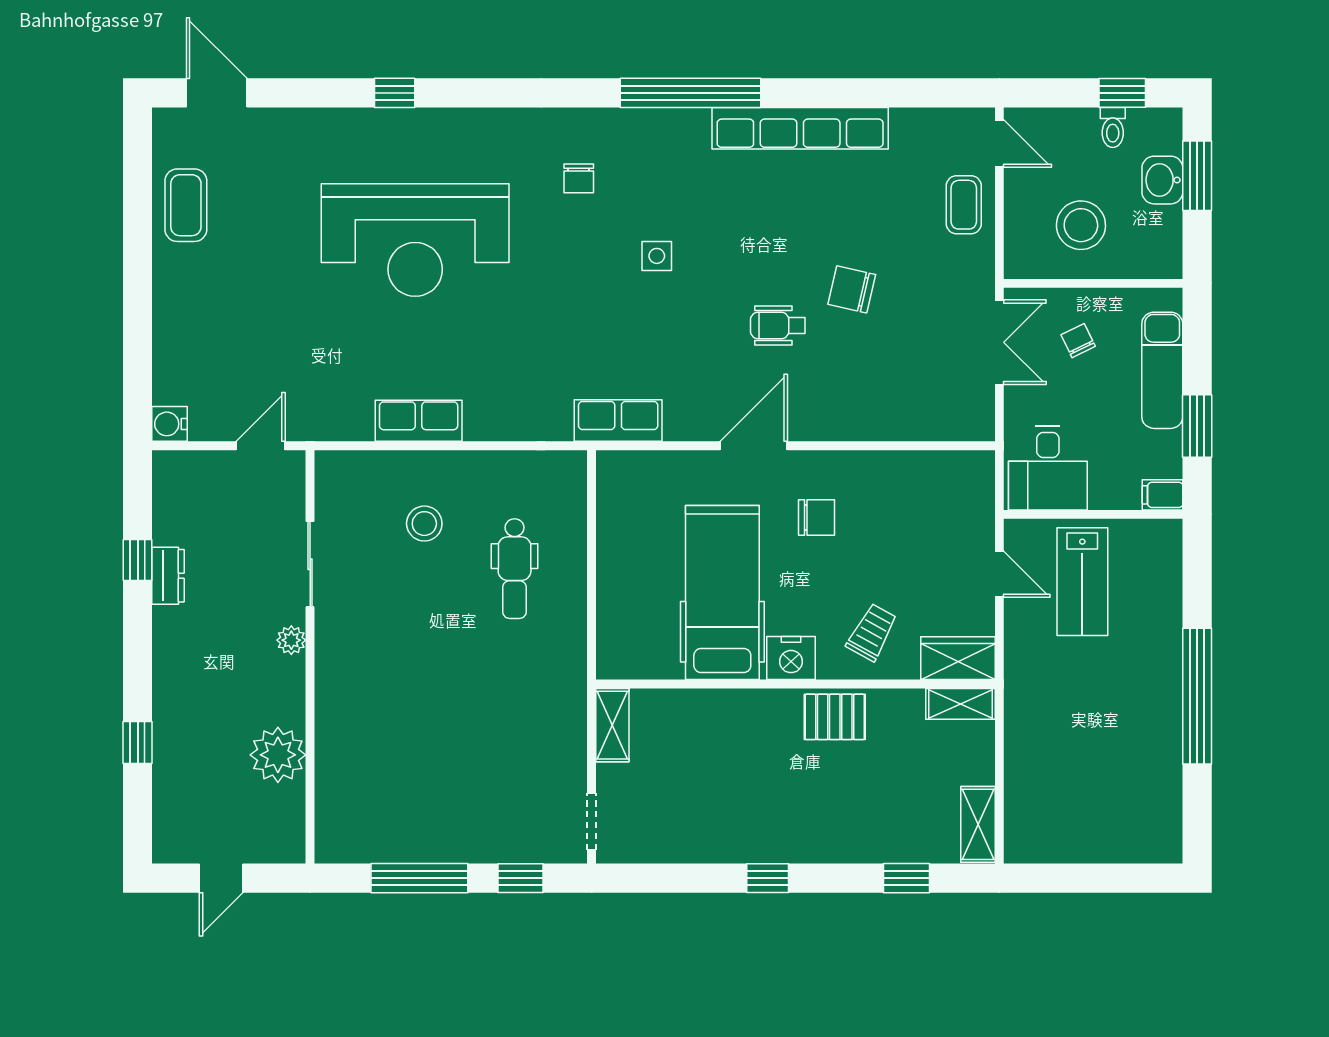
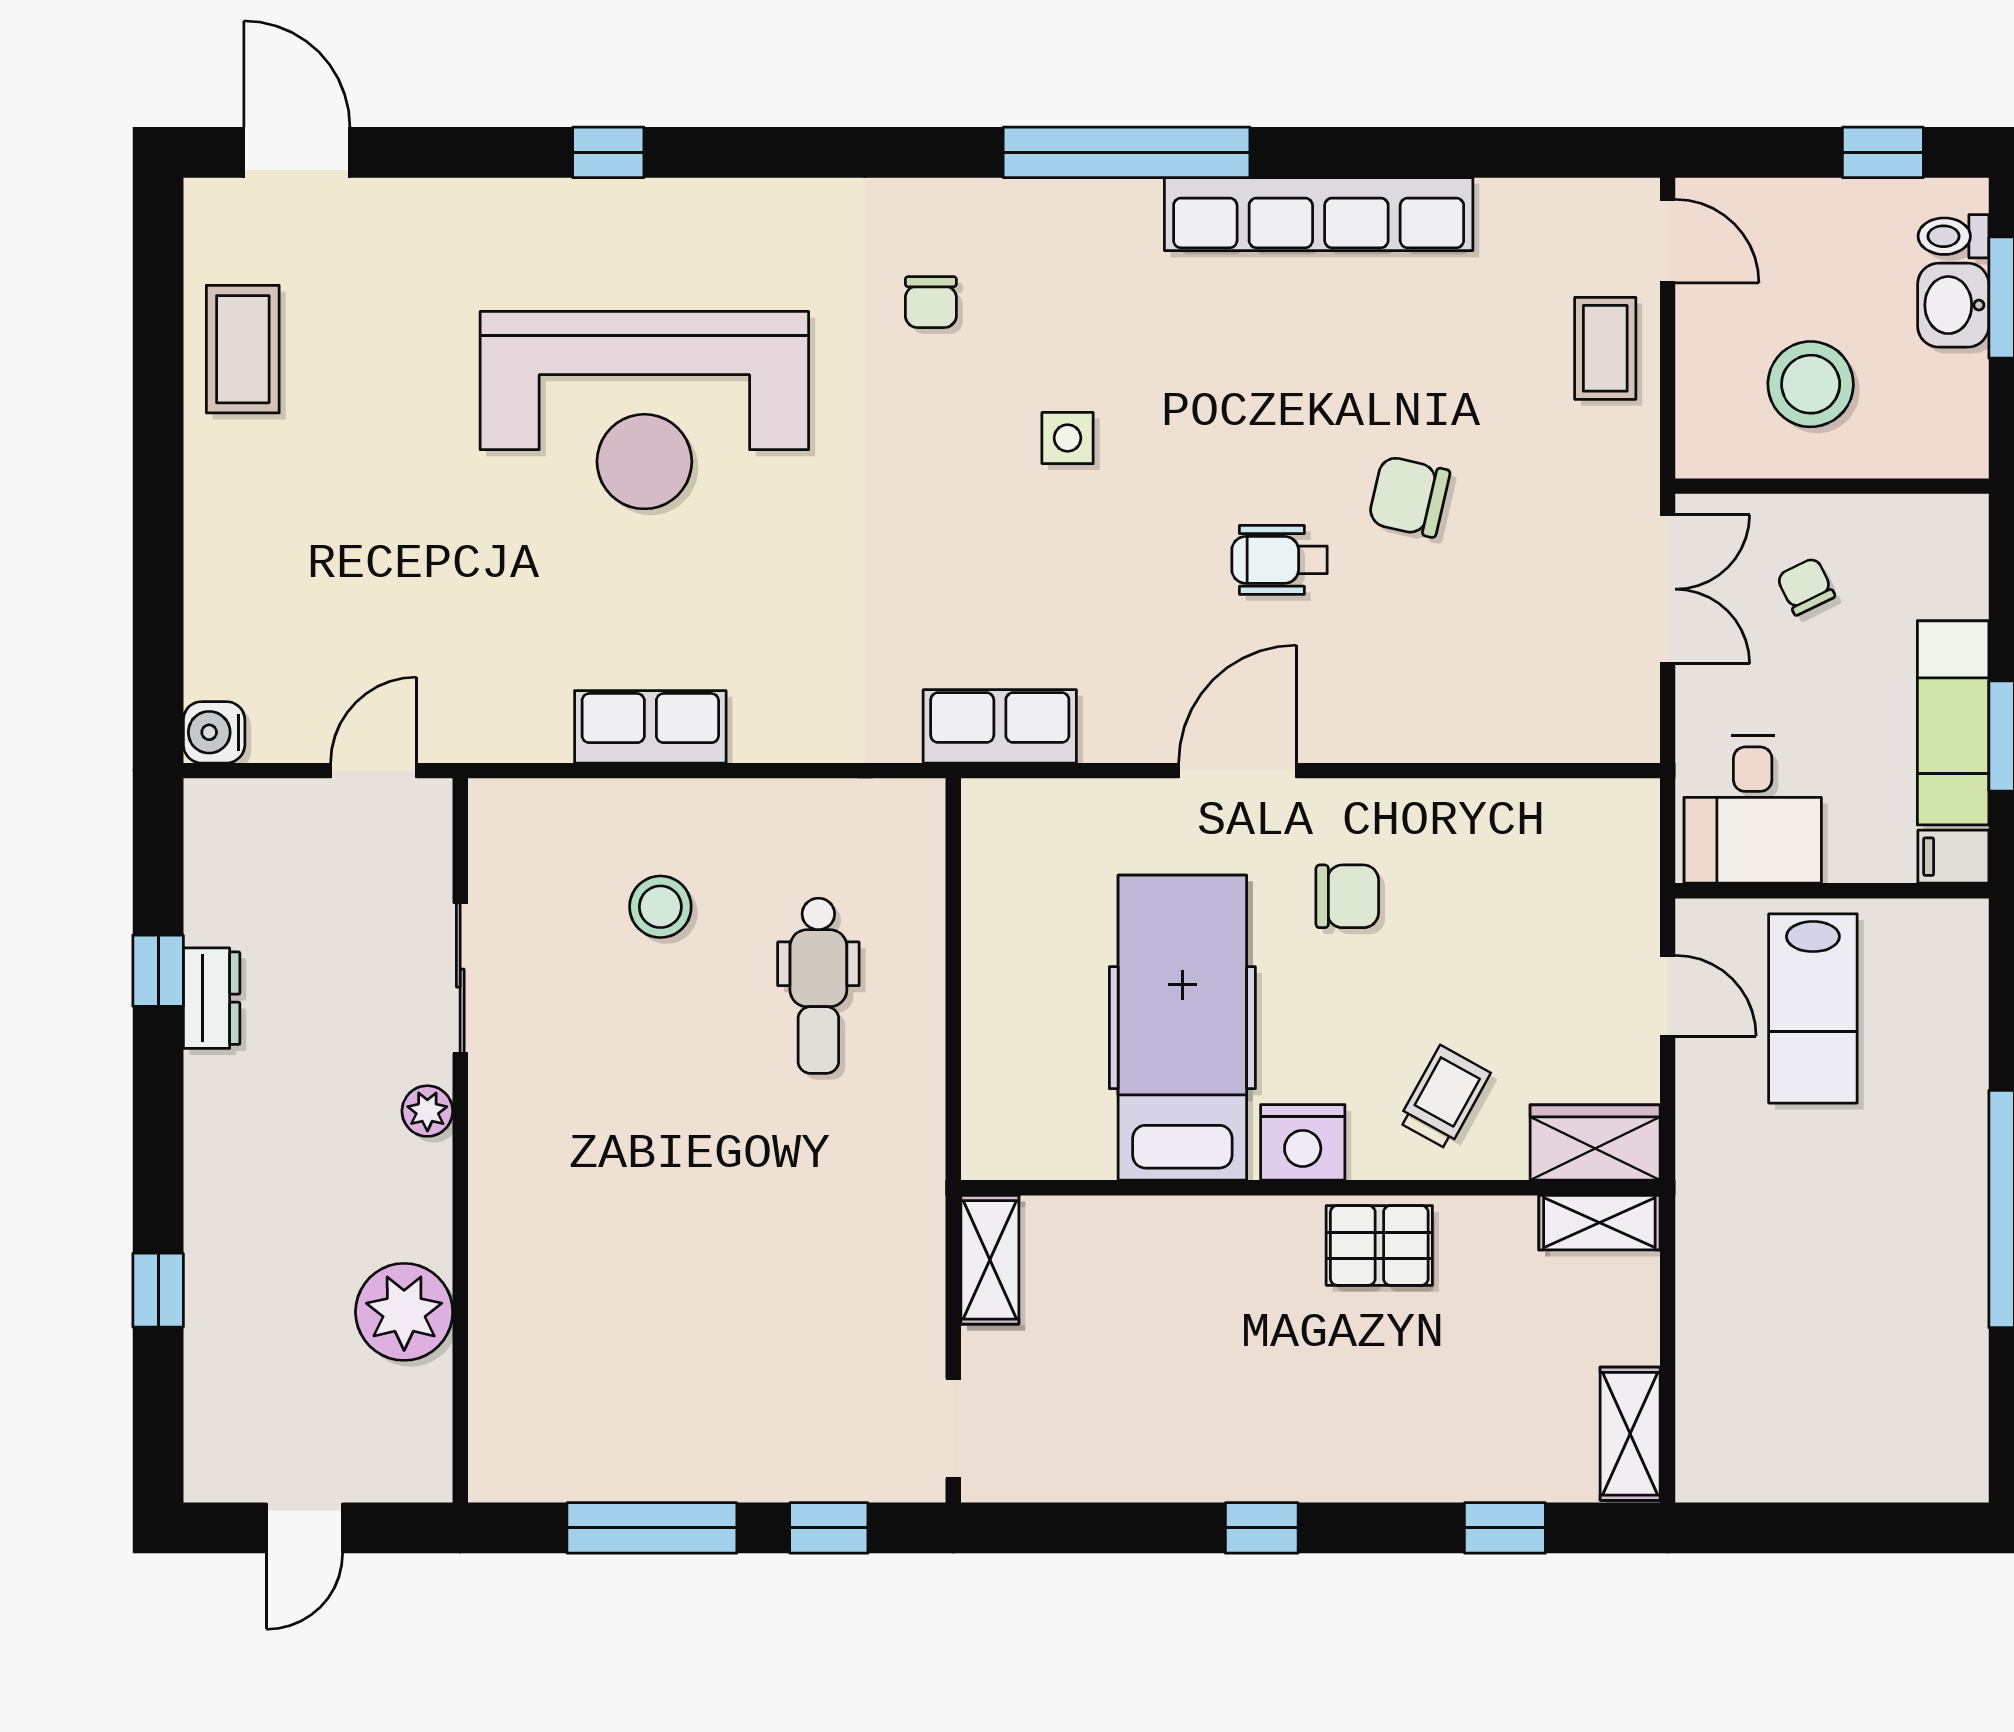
toilet: (1113, 127) -> (1953, 236), moved, turned 90
exam couch: (1162, 370) -> (1953, 723), moved

